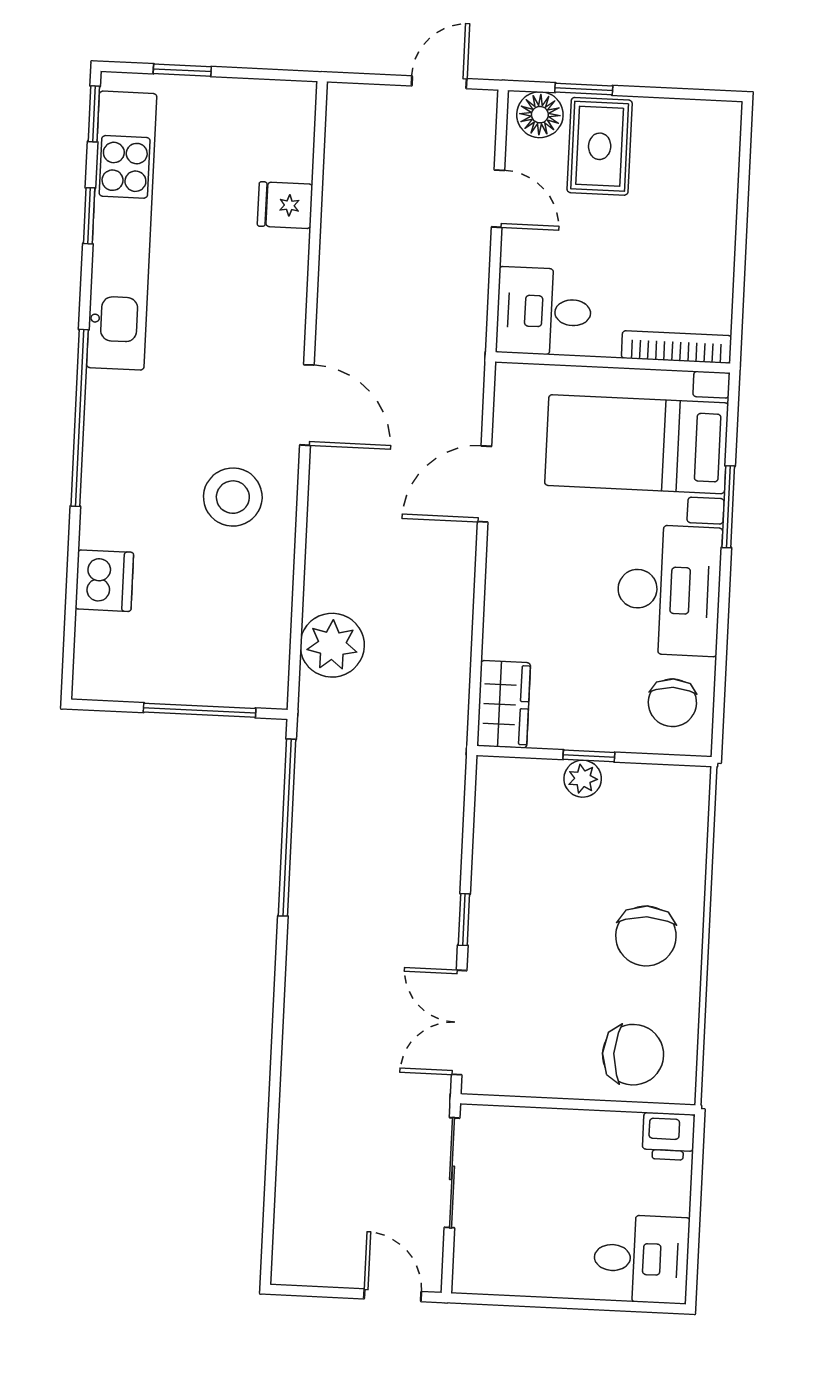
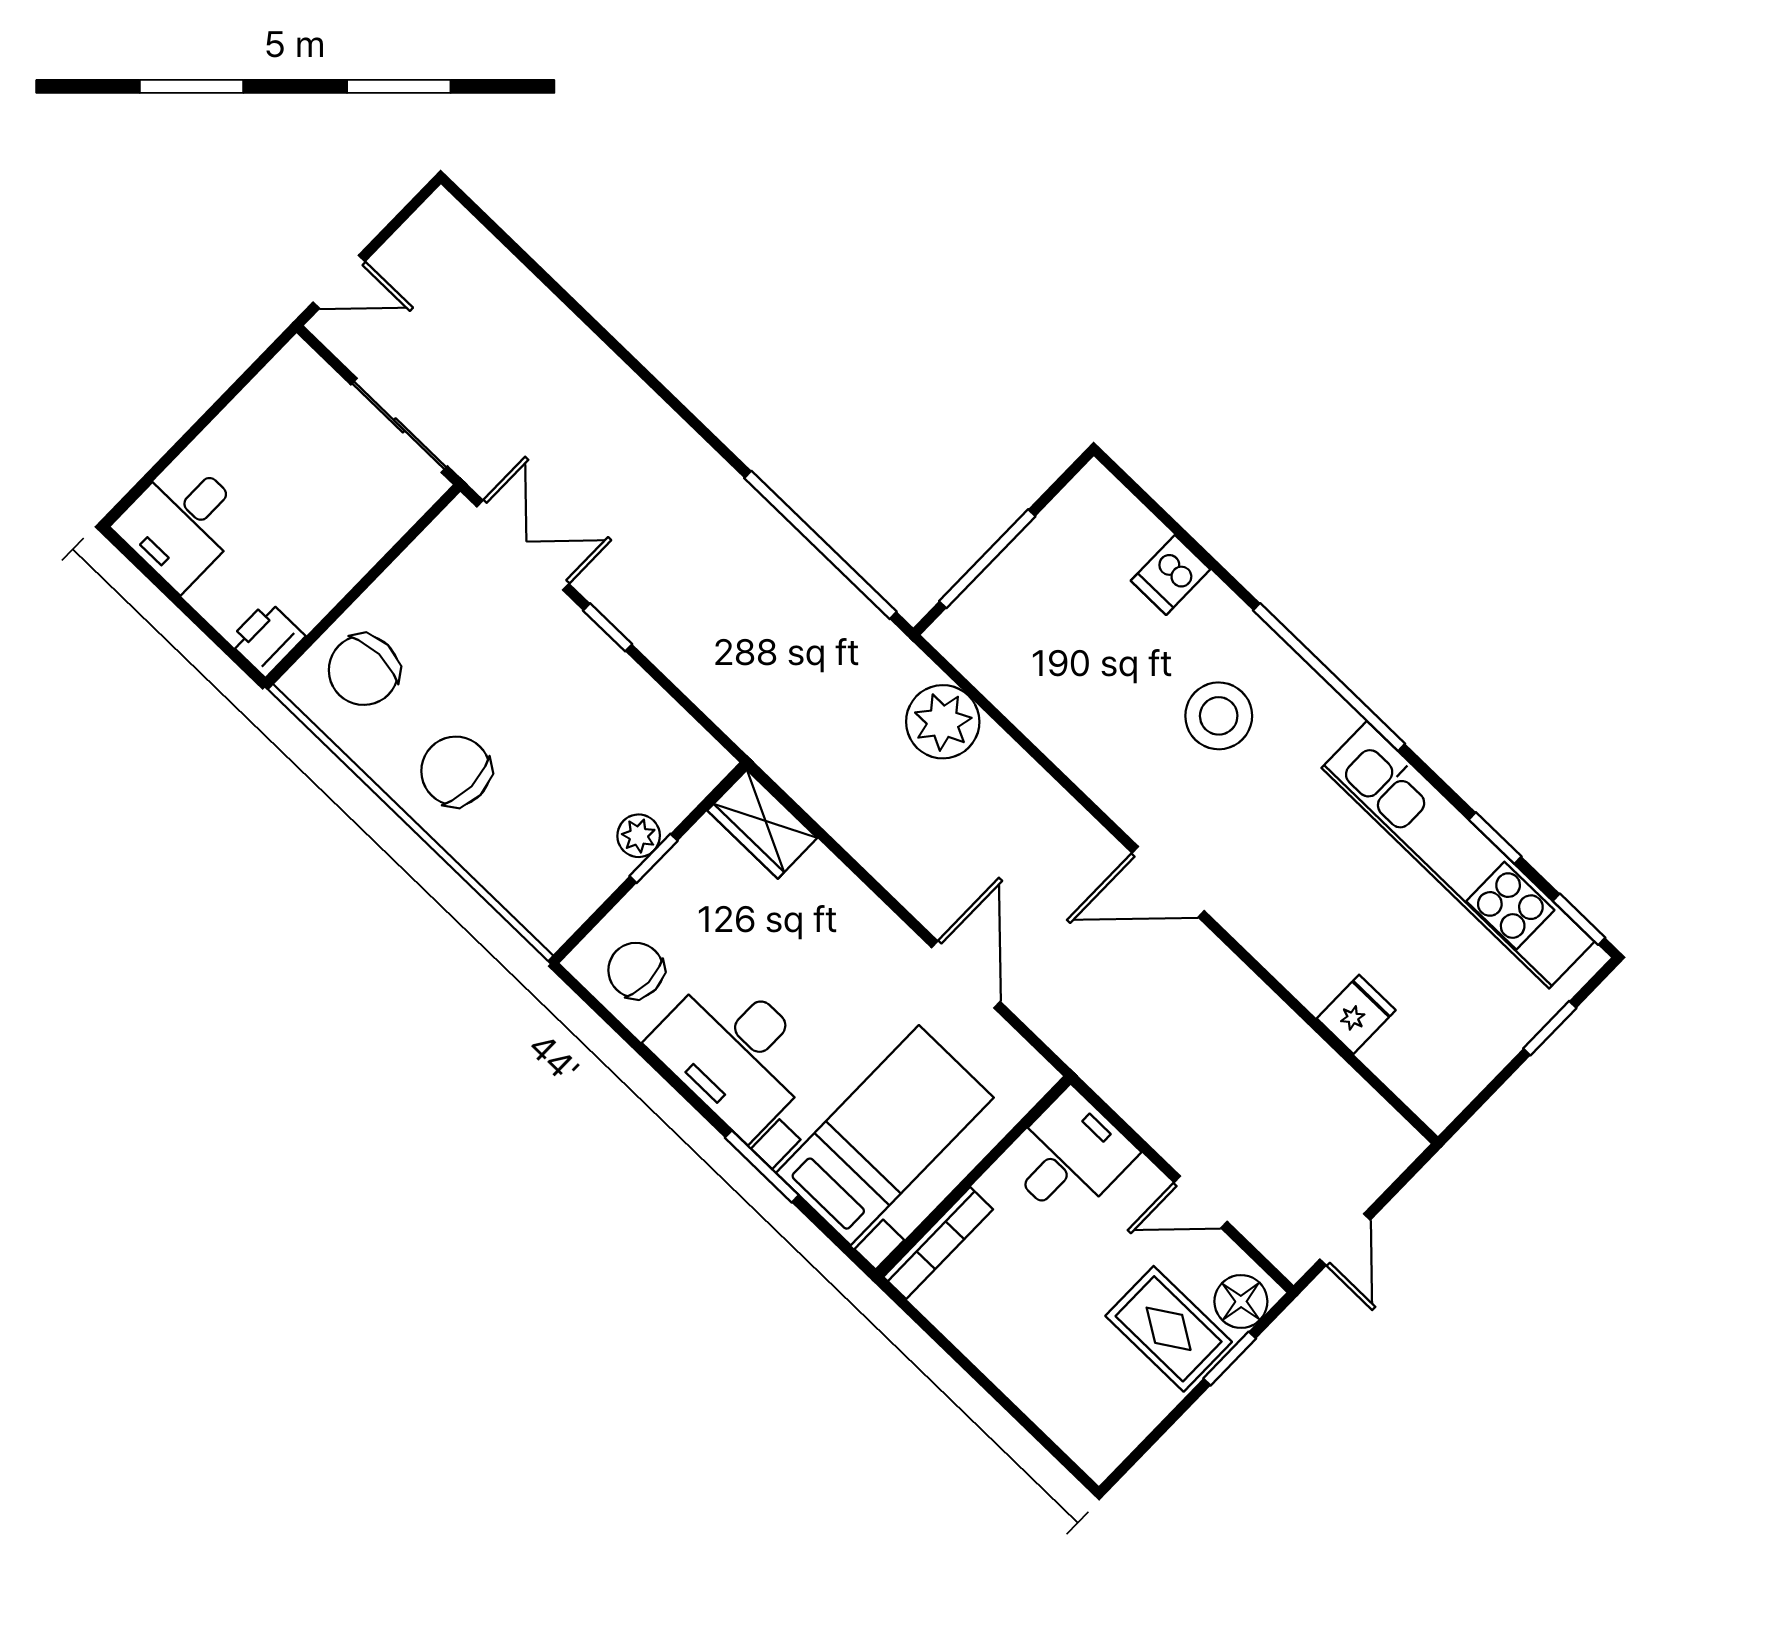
stool: (233, 497) -> (1219, 716), moved
dishwasher: (104, 581) -> (1171, 575), width x0.73

